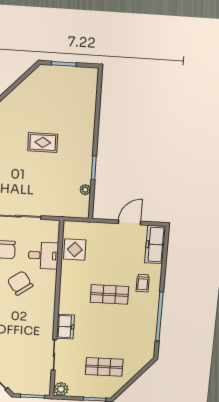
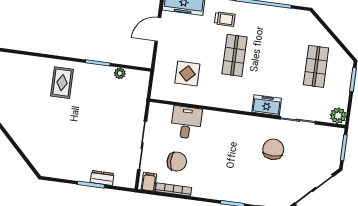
rug: (43, 142) -> (62, 83), moved
door: (129, 222) -> (158, 29), hinge flipped
display table: (75, 250) -> (187, 74), moved
chair: (20, 283) -> (273, 149), moved, turned 125

